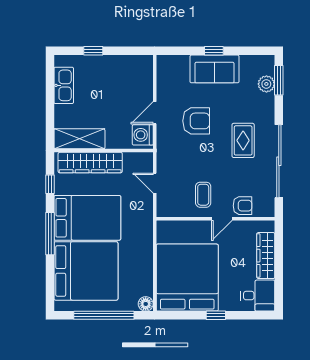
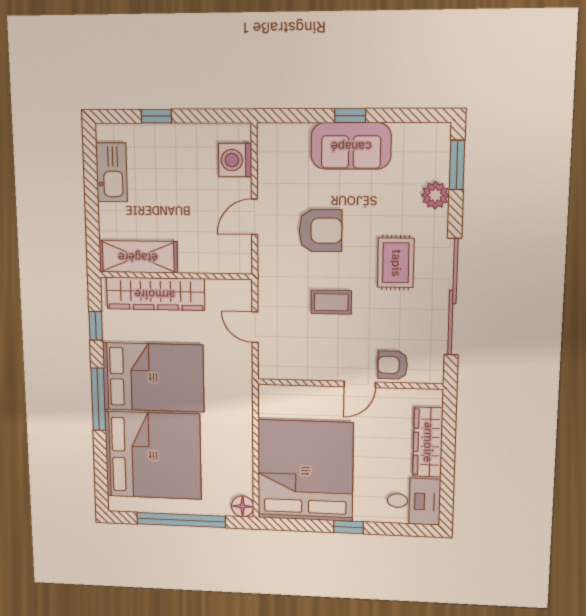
plant: (266, 84) -> (435, 195), moved
washing machine: (143, 135) -> (235, 160), moved
coffee table: (203, 195) -> (331, 302), moved, turned 90
armchair: (242, 206) -> (393, 365), turned 180

